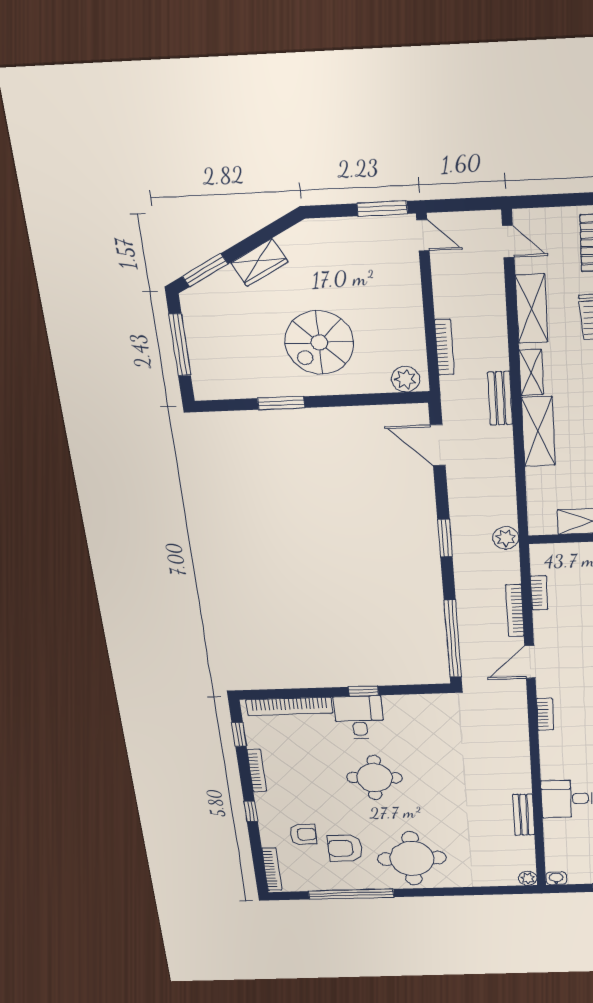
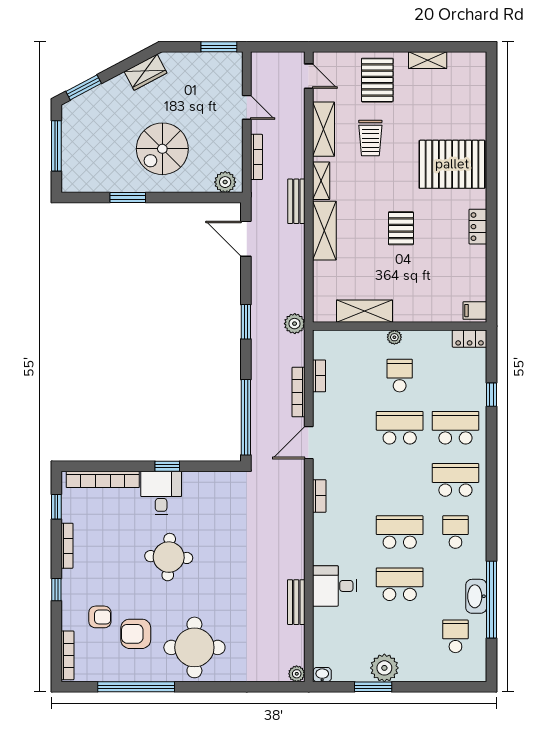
door: (423, 235) -> (247, 107), moved
wardrobe: (259, 262) -> (146, 72), moved

